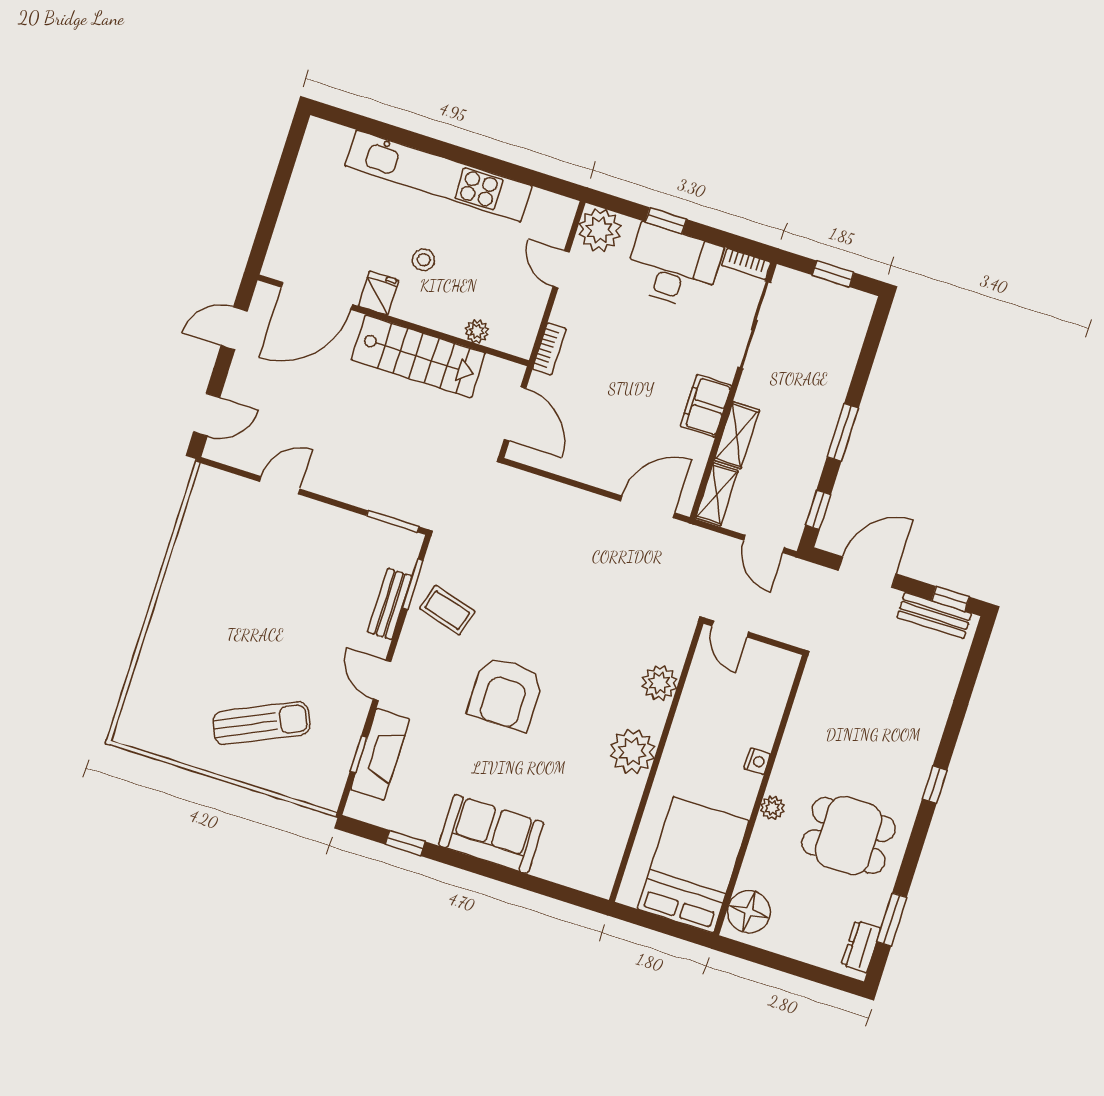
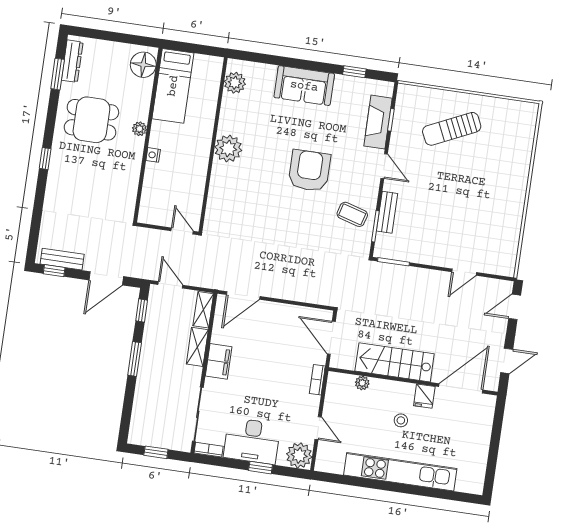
plant: (659, 683) -> (235, 83), moved
bed: (693, 865) -> (173, 86), width x0.67
dresser: (861, 947) -> (72, 61), width x1.44

